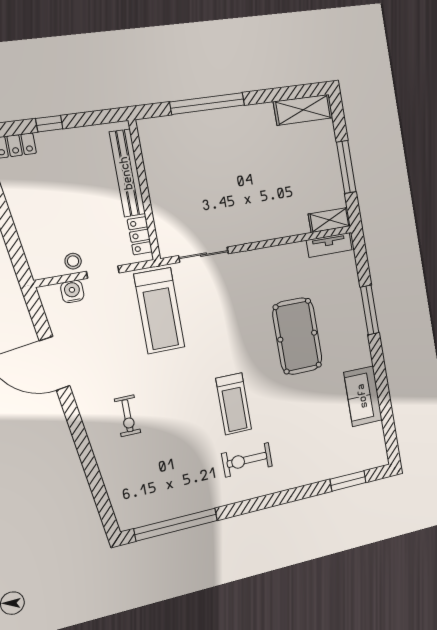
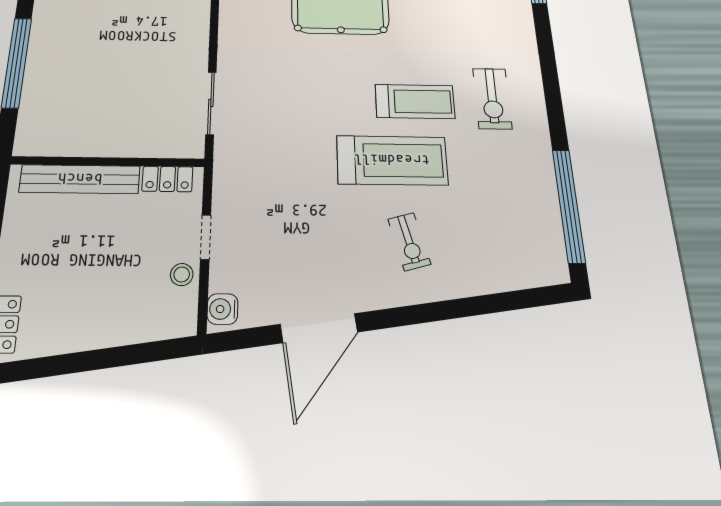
water cooler: (72, 291) -> (223, 309), moved
treadmill: (159, 311) -> (392, 160), moved
exercise bike: (128, 416) -> (409, 242), turned 75

